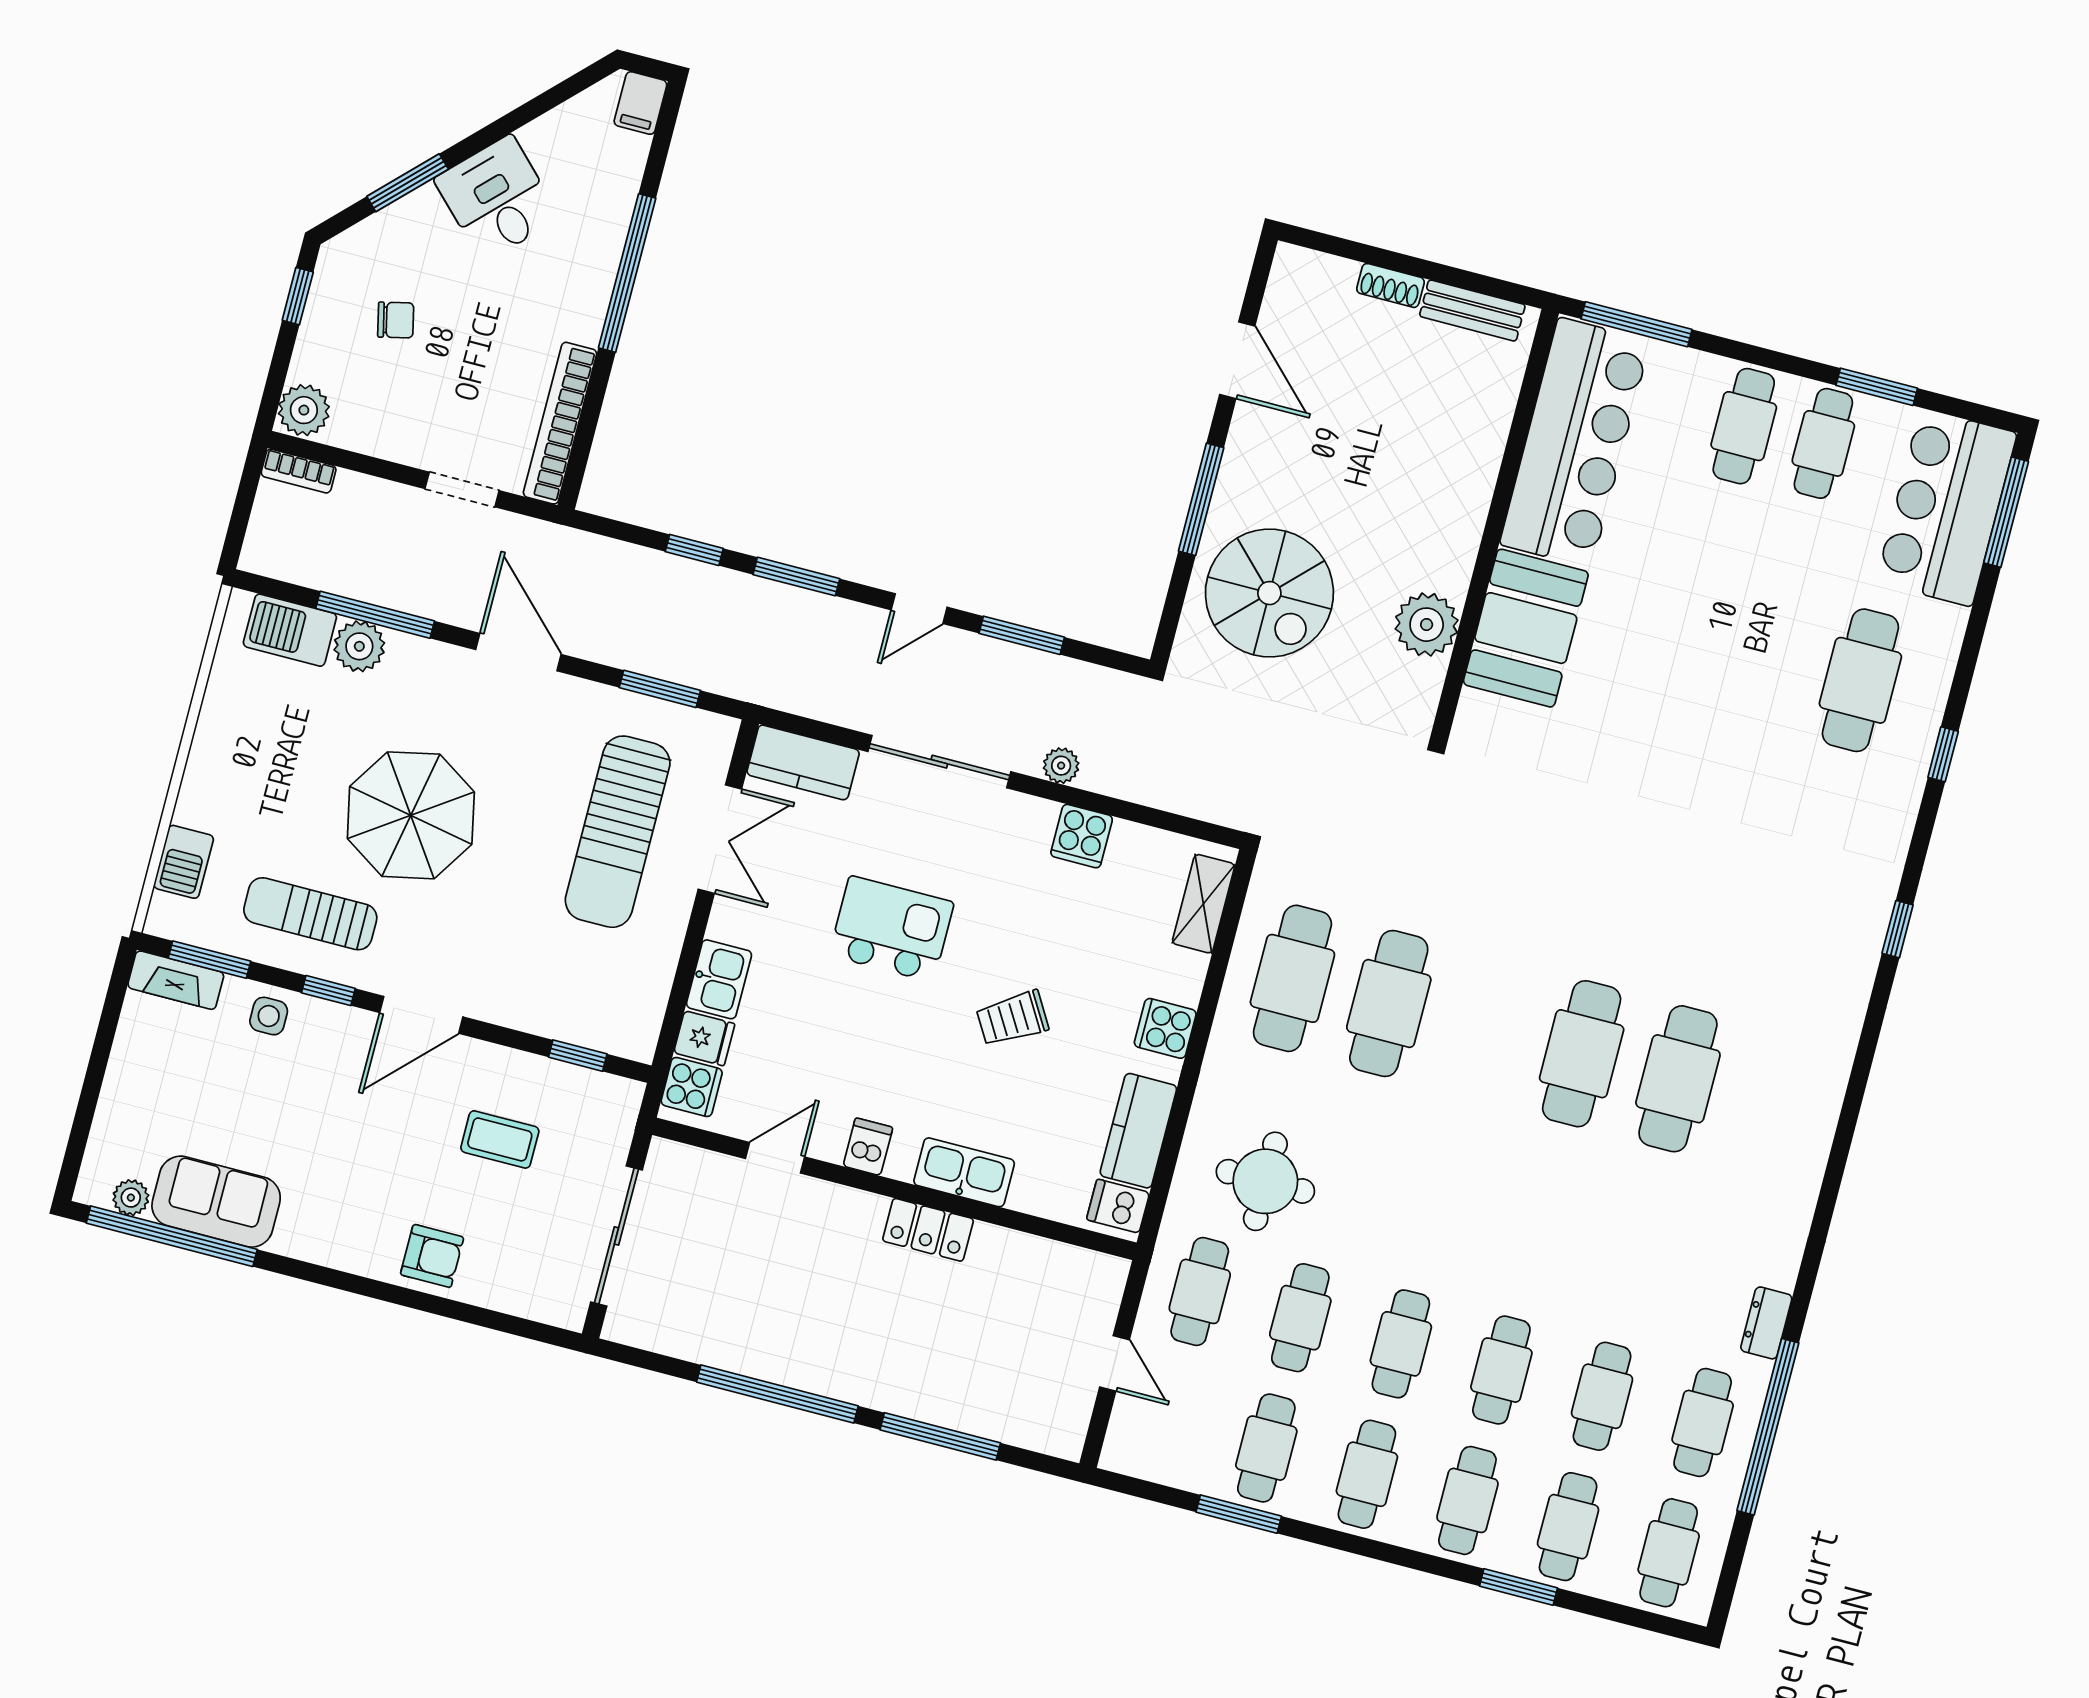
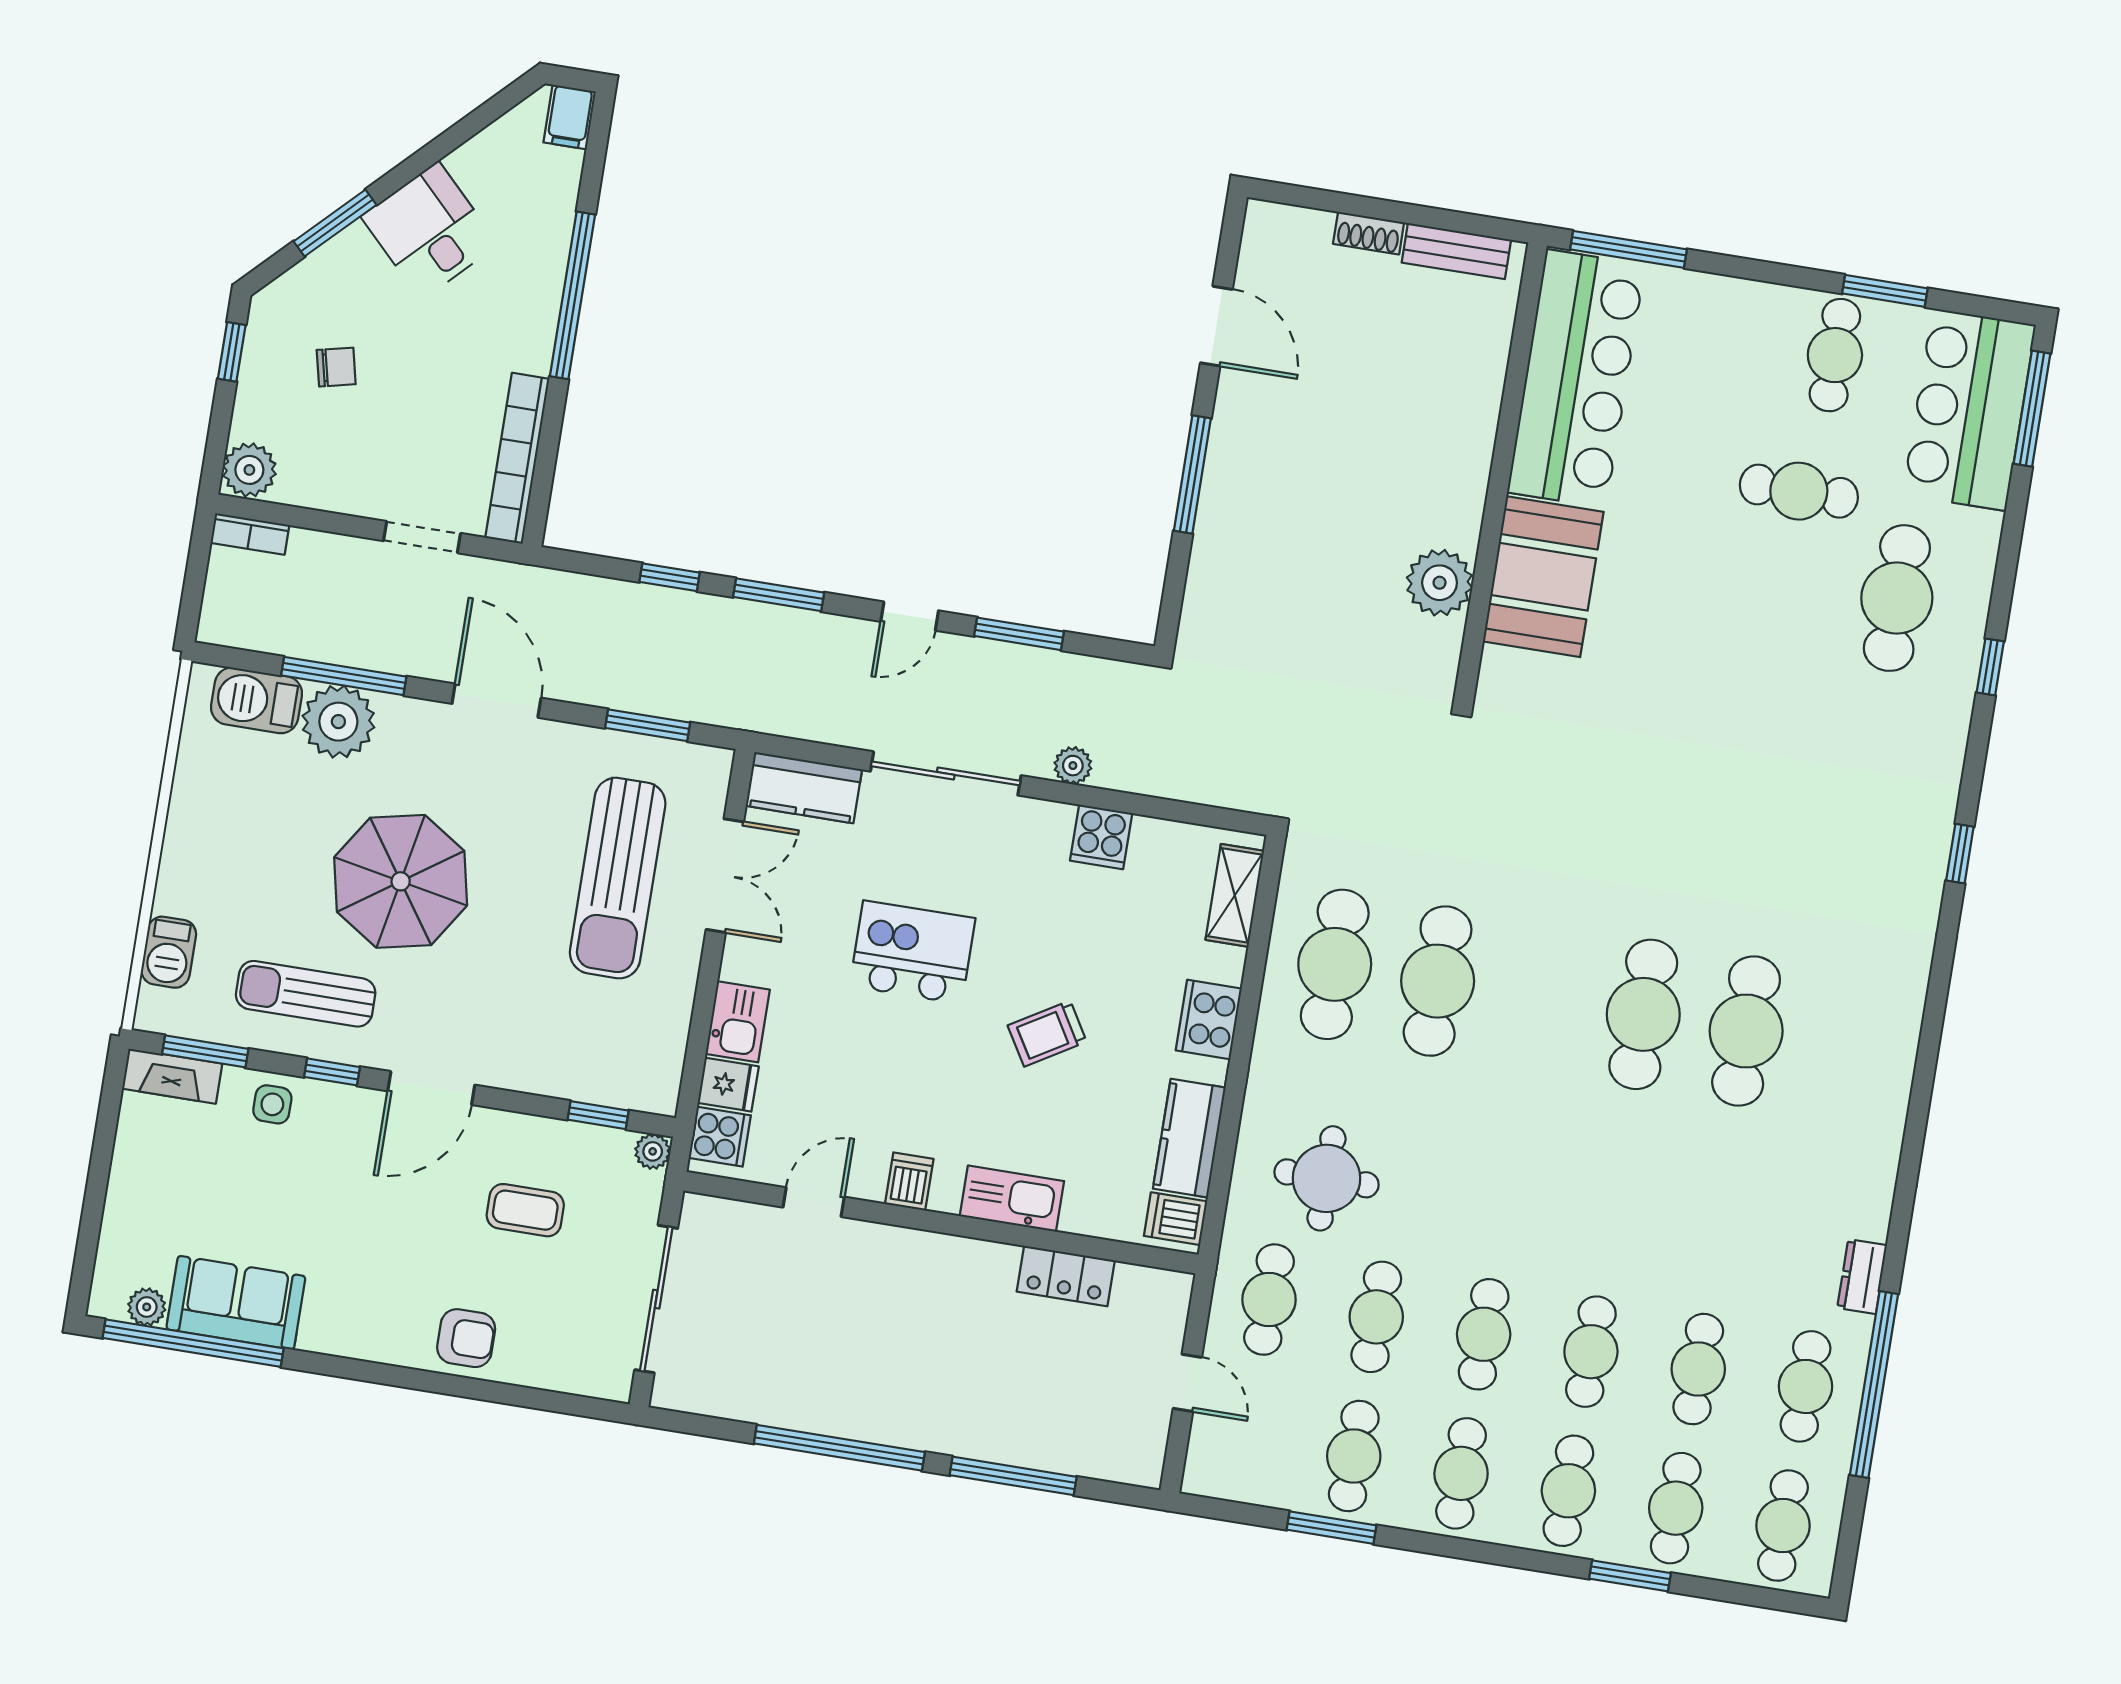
cafe table: (1744, 426) -> (1799, 491), moved, turned 90
spiral stairs: (1269, 593) -> (1273, 565), removed
plant: (359, 646) -> (338, 722), width x1.36, depth x1.36
cooker: (1165, 1028) -> (1209, 1020), width x1.36
plant: (626, 1095) -> (653, 1151), added
locker: (928, 1230) -> (1066, 1276), moved

